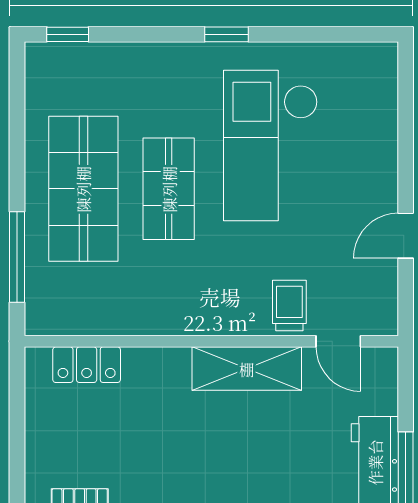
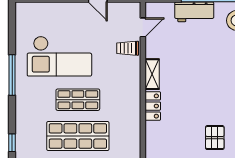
window: (227, 34) -> (12, 75), width x2.17
locker: (87, 365) -> (153, 106), moved
shelving: (247, 369) -> (152, 74), width x0.67, depth x0.75

